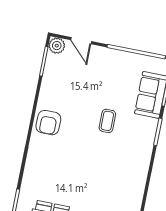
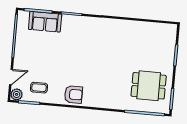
coffee table: (107, 121) -> (39, 88), moved

